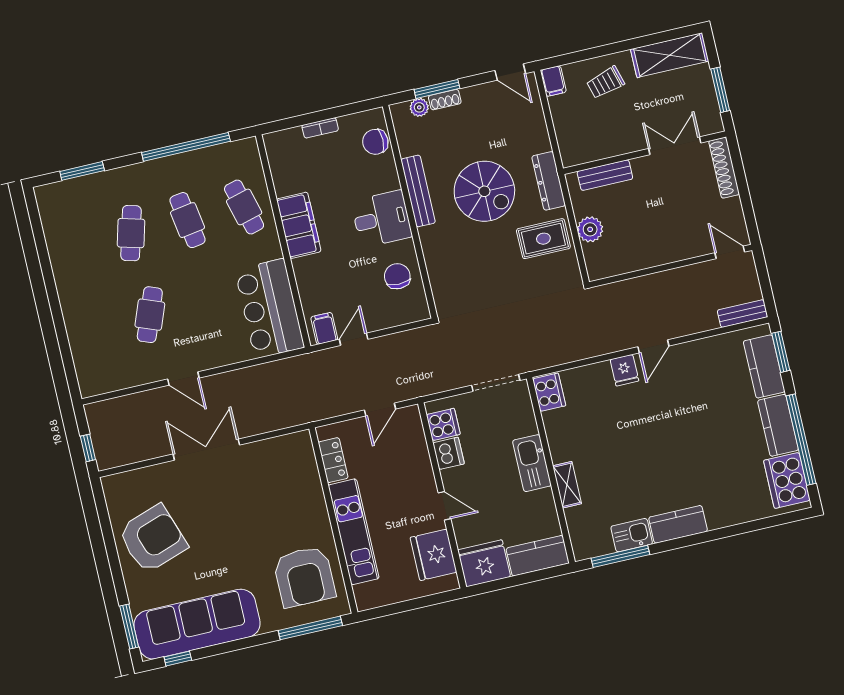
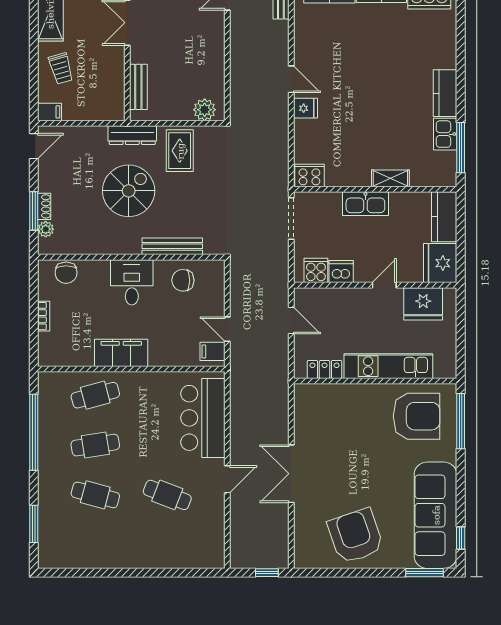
bench: (418, 191) -> (172, 246), moved
plant: (590, 229) -> (205, 110), moved
bar counter: (270, 309) -> (203, 418), moved, turned 90

